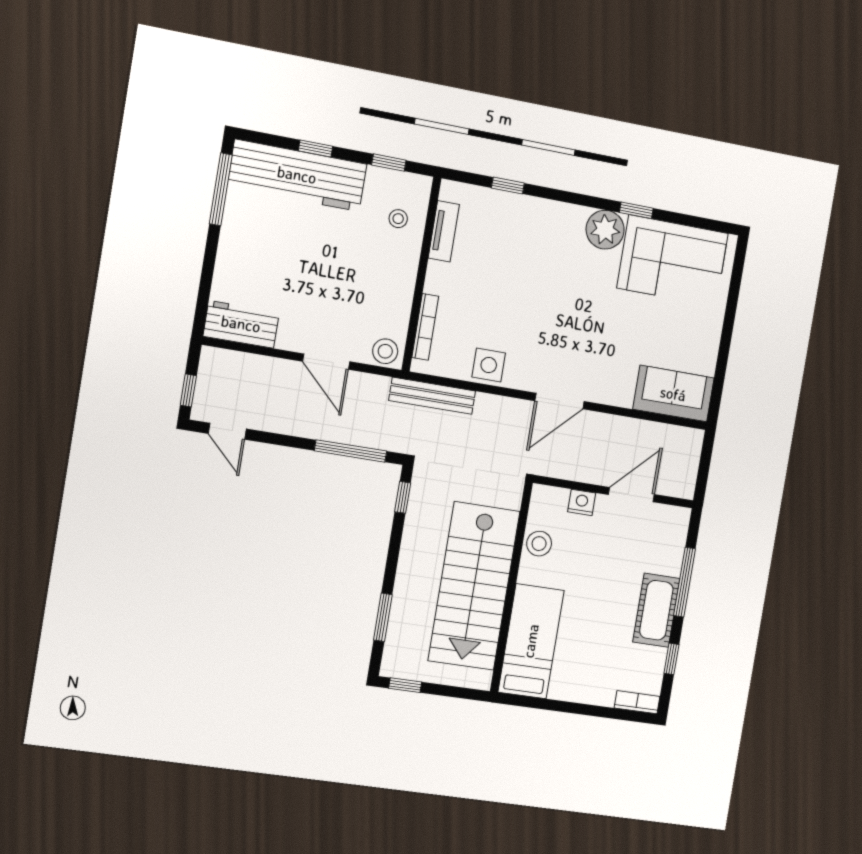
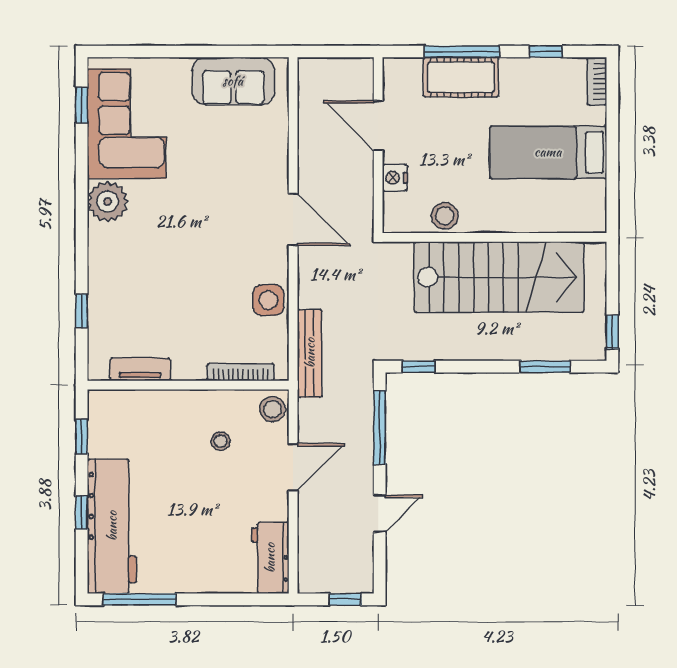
window: (636, 210) -> (82, 105), moved
stool: (398, 219) -> (220, 441), moved
sofa: (673, 394) -> (233, 81), moved, turned -90
door: (227, 431) -> (380, 513), moved
cot: (656, 610) -> (461, 77), moved
bed: (531, 641) -> (548, 152), moved

